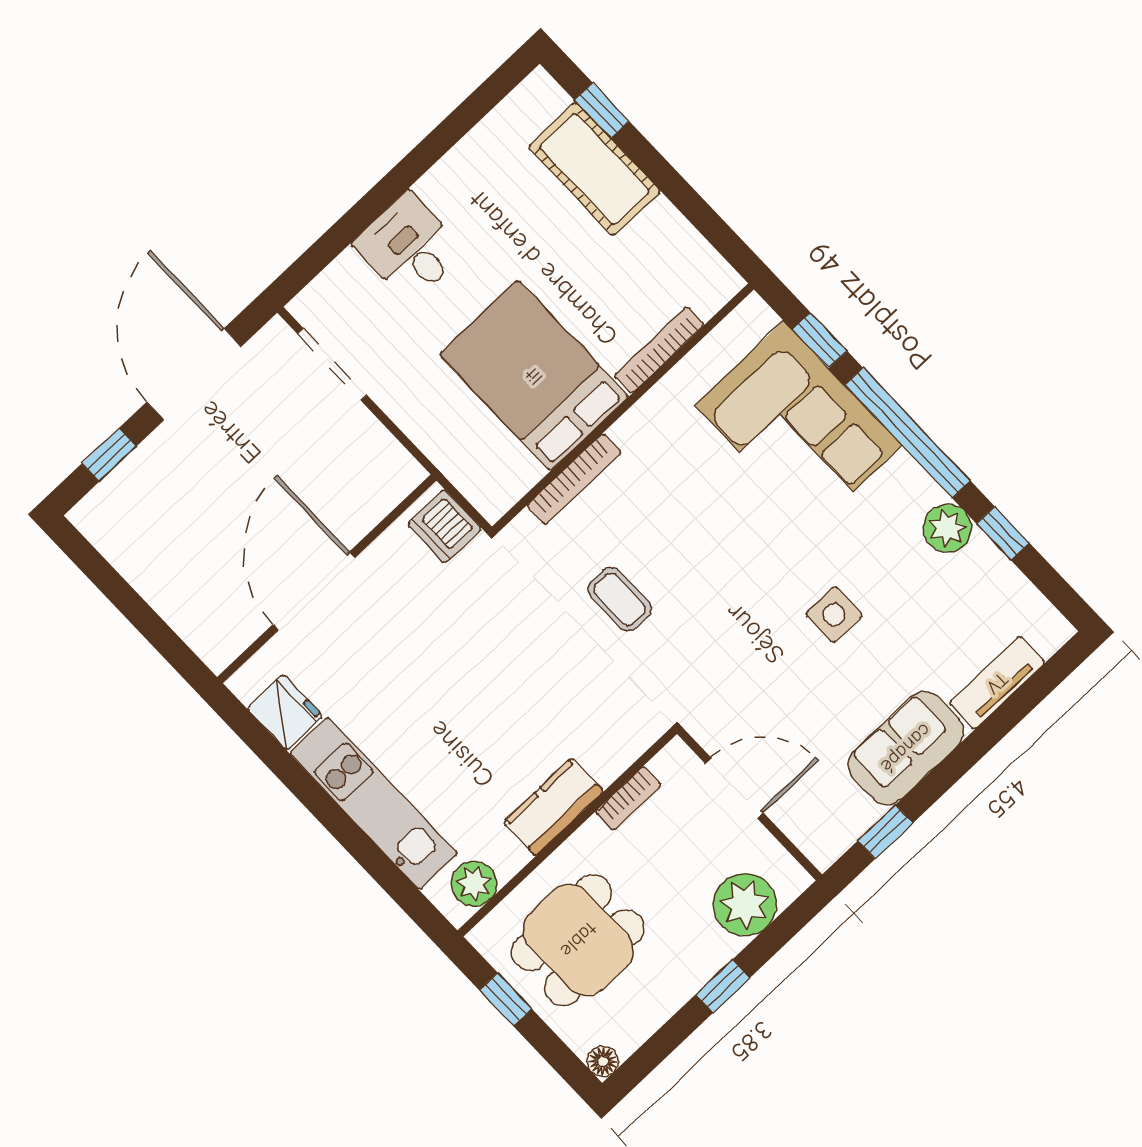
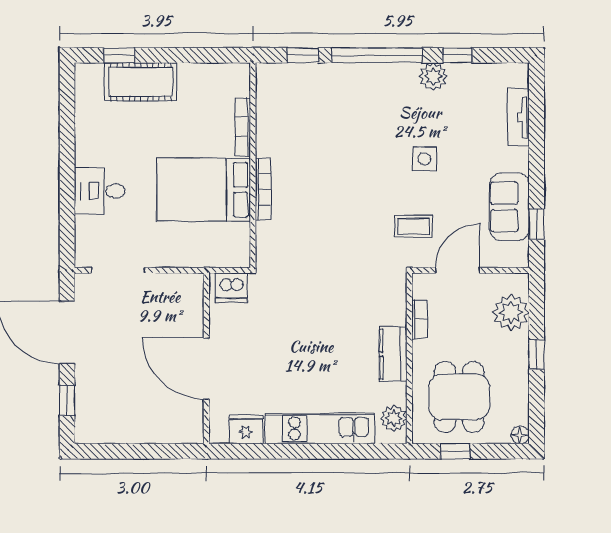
corner sofa: (798, 425) -> (330, 98), removed
bookcase: (574, 479) -> (263, 189), moved
coffee table: (620, 599) -> (413, 226), moved
sofa: (906, 748) -> (509, 207), moved

